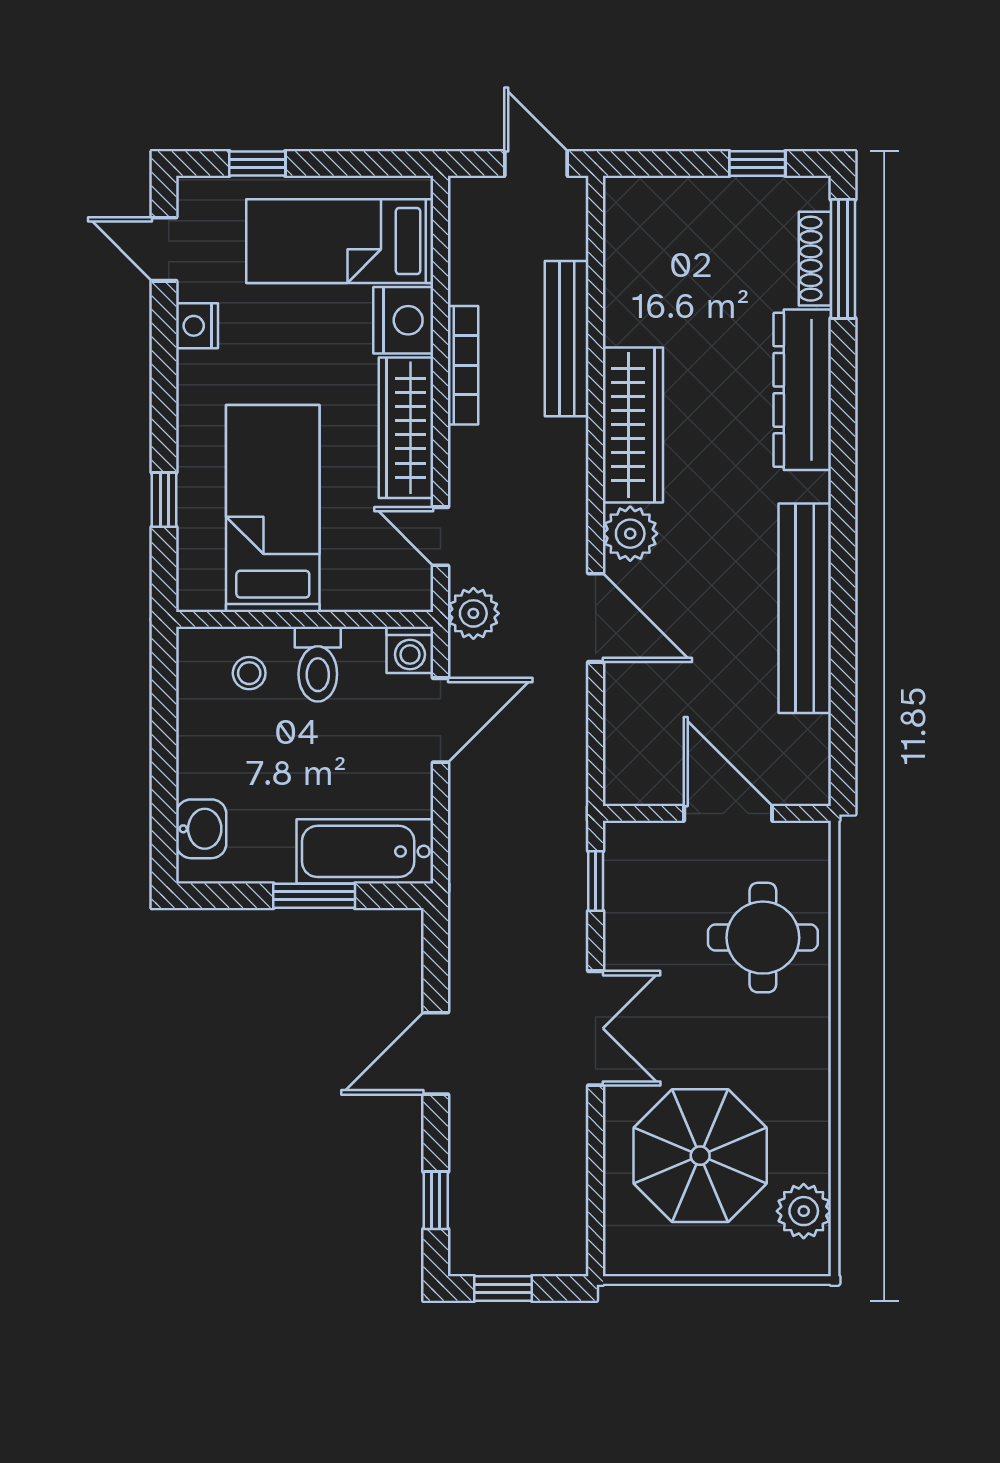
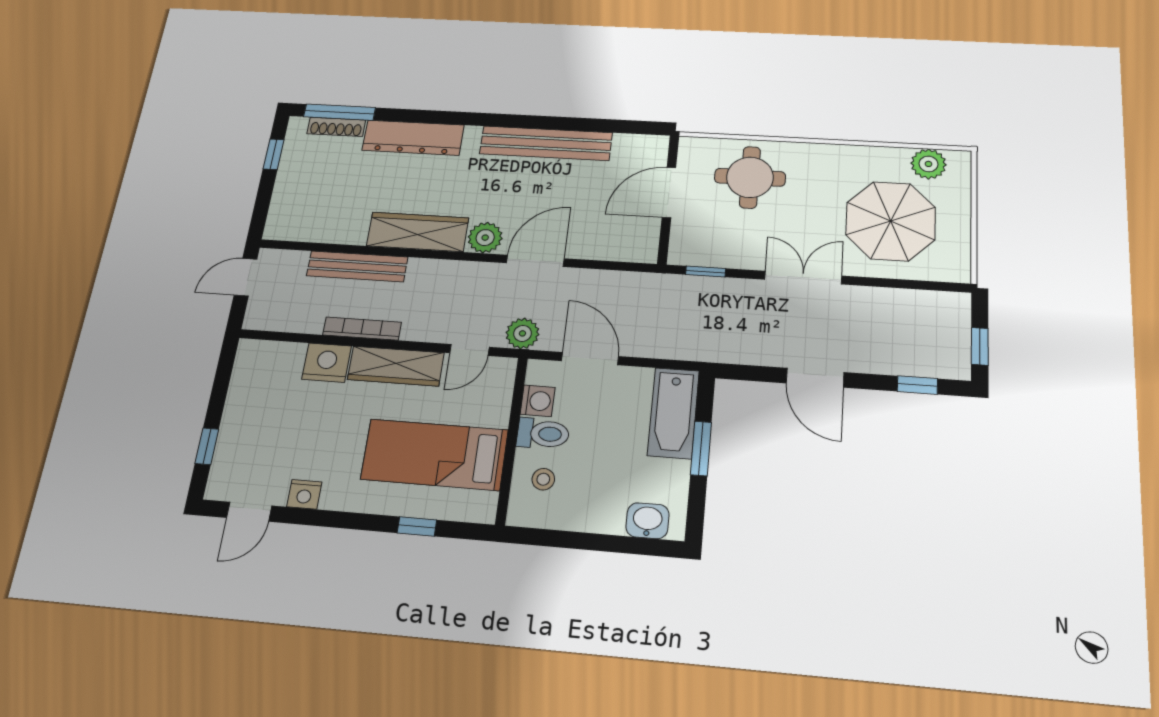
bed: (340, 241) -> (268, 398), removed
washing machine: (410, 650) -> (538, 401), moved

